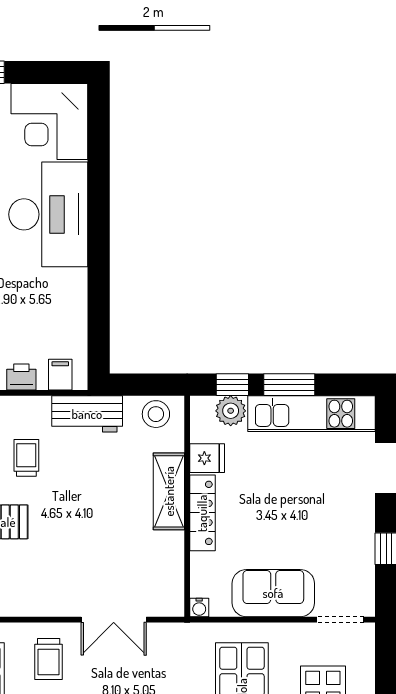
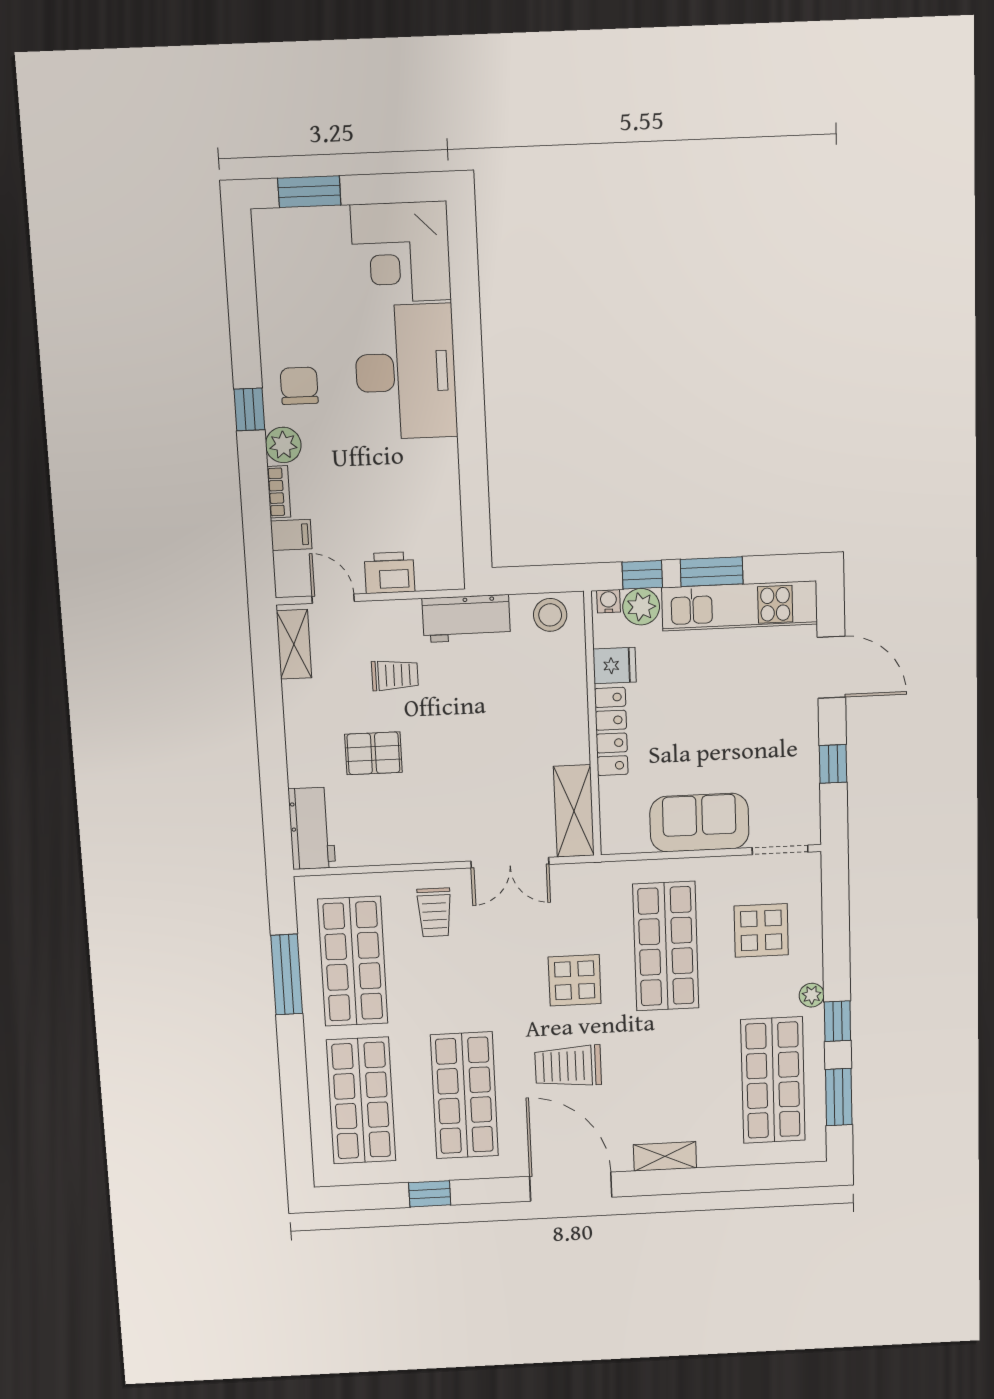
filing cabinet: (60, 375) -> (431, 572), removed
printer: (21, 377) -> (390, 573), width x1.36, depth x1.24
trolley: (26, 458) -> (395, 675), turned 90
shelving: (169, 491) -> (574, 811), moved
water cooler: (199, 608) -> (608, 601), moved, turned 180

